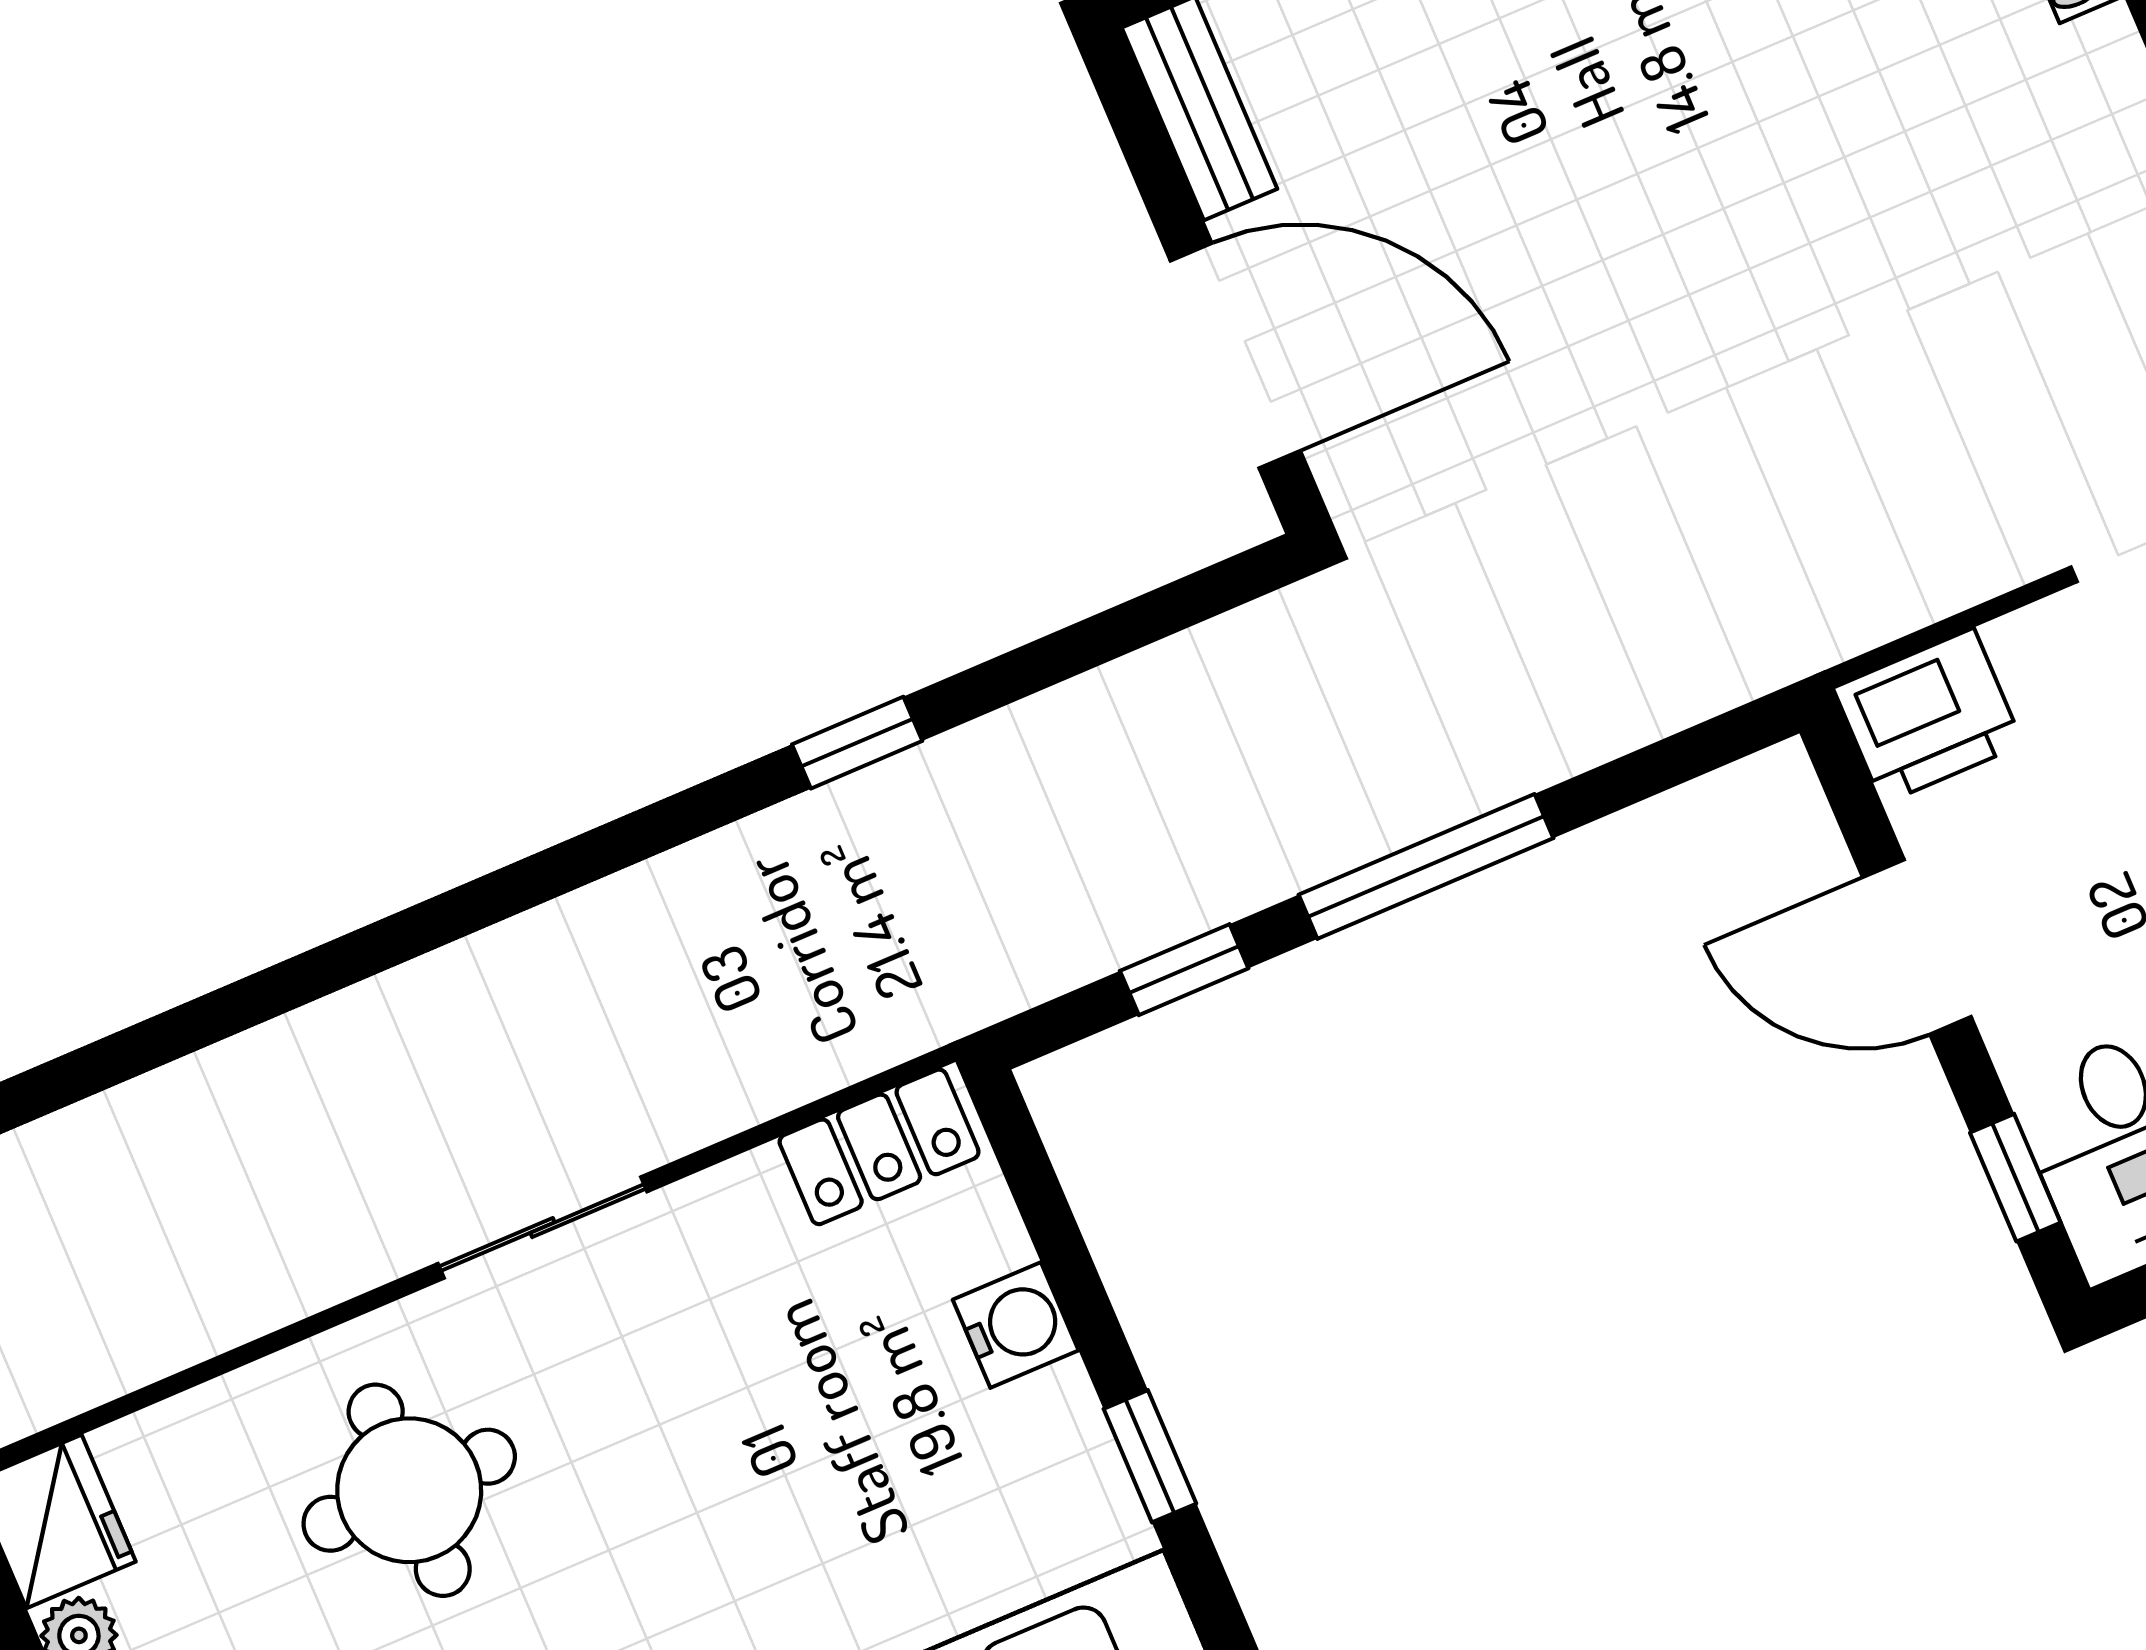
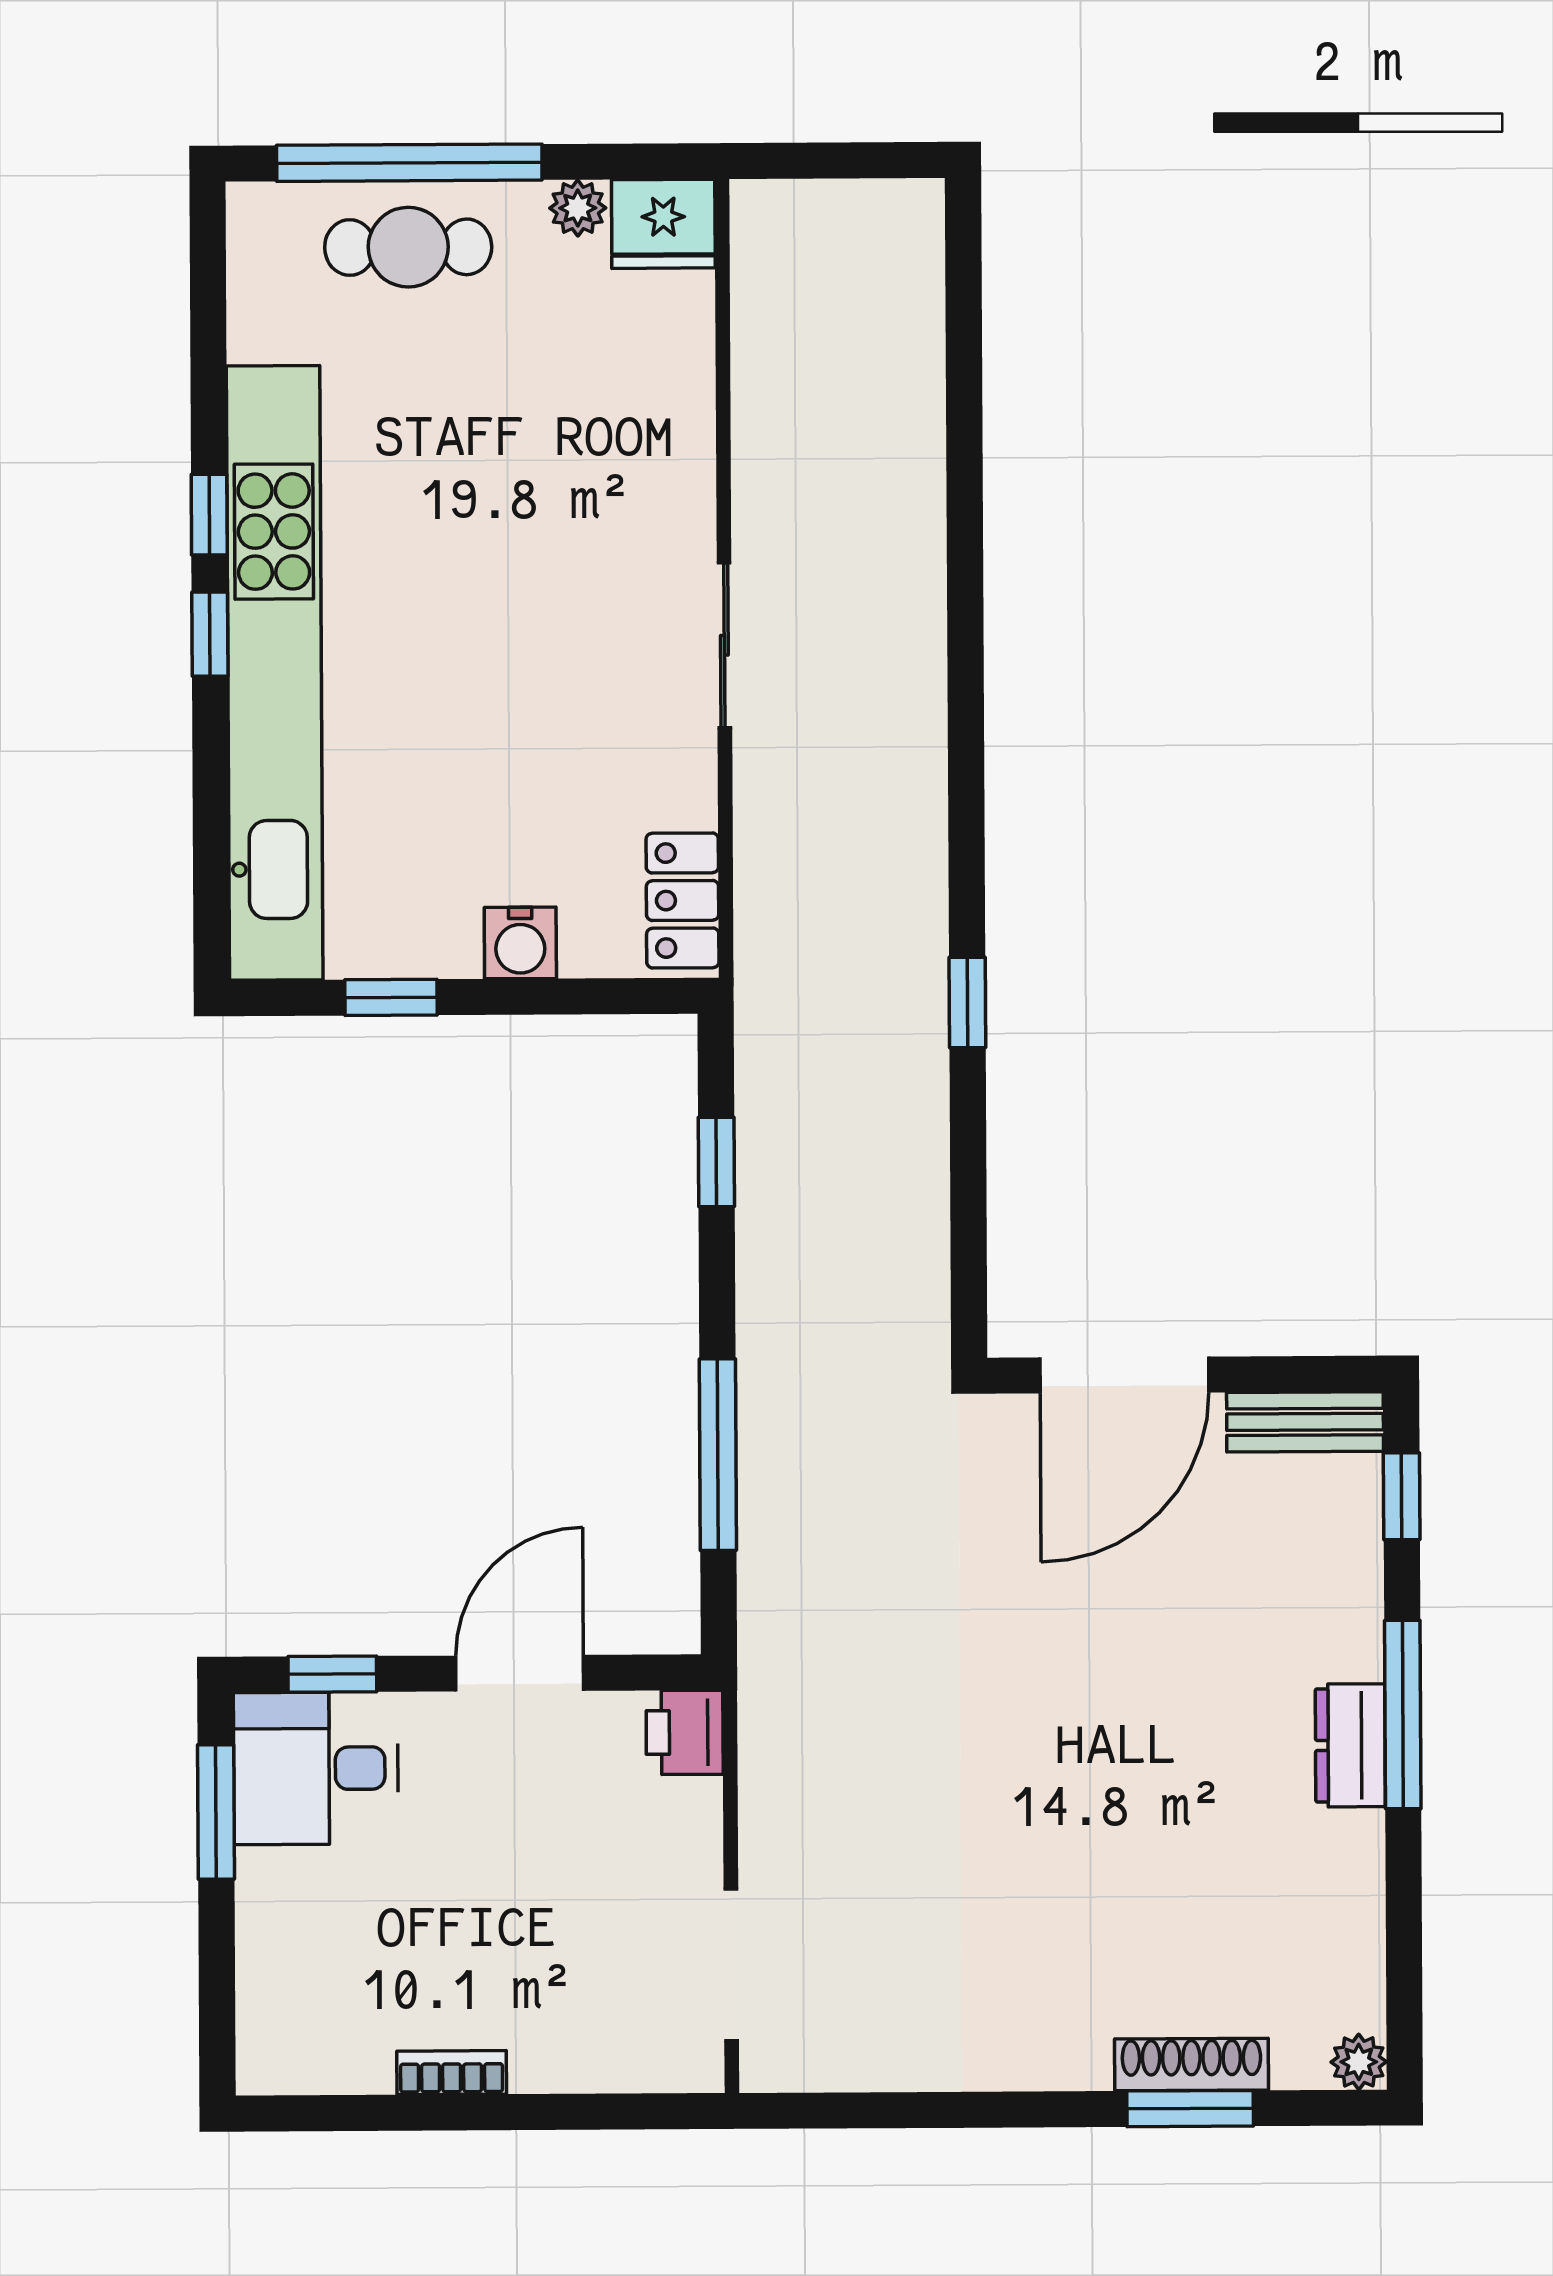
printer: (1928, 716) -> (685, 1732), width x0.73, depth x0.81
window: (1426, 866) -> (718, 1455), moved
round table: (409, 1490) -> (582, 477), removed

